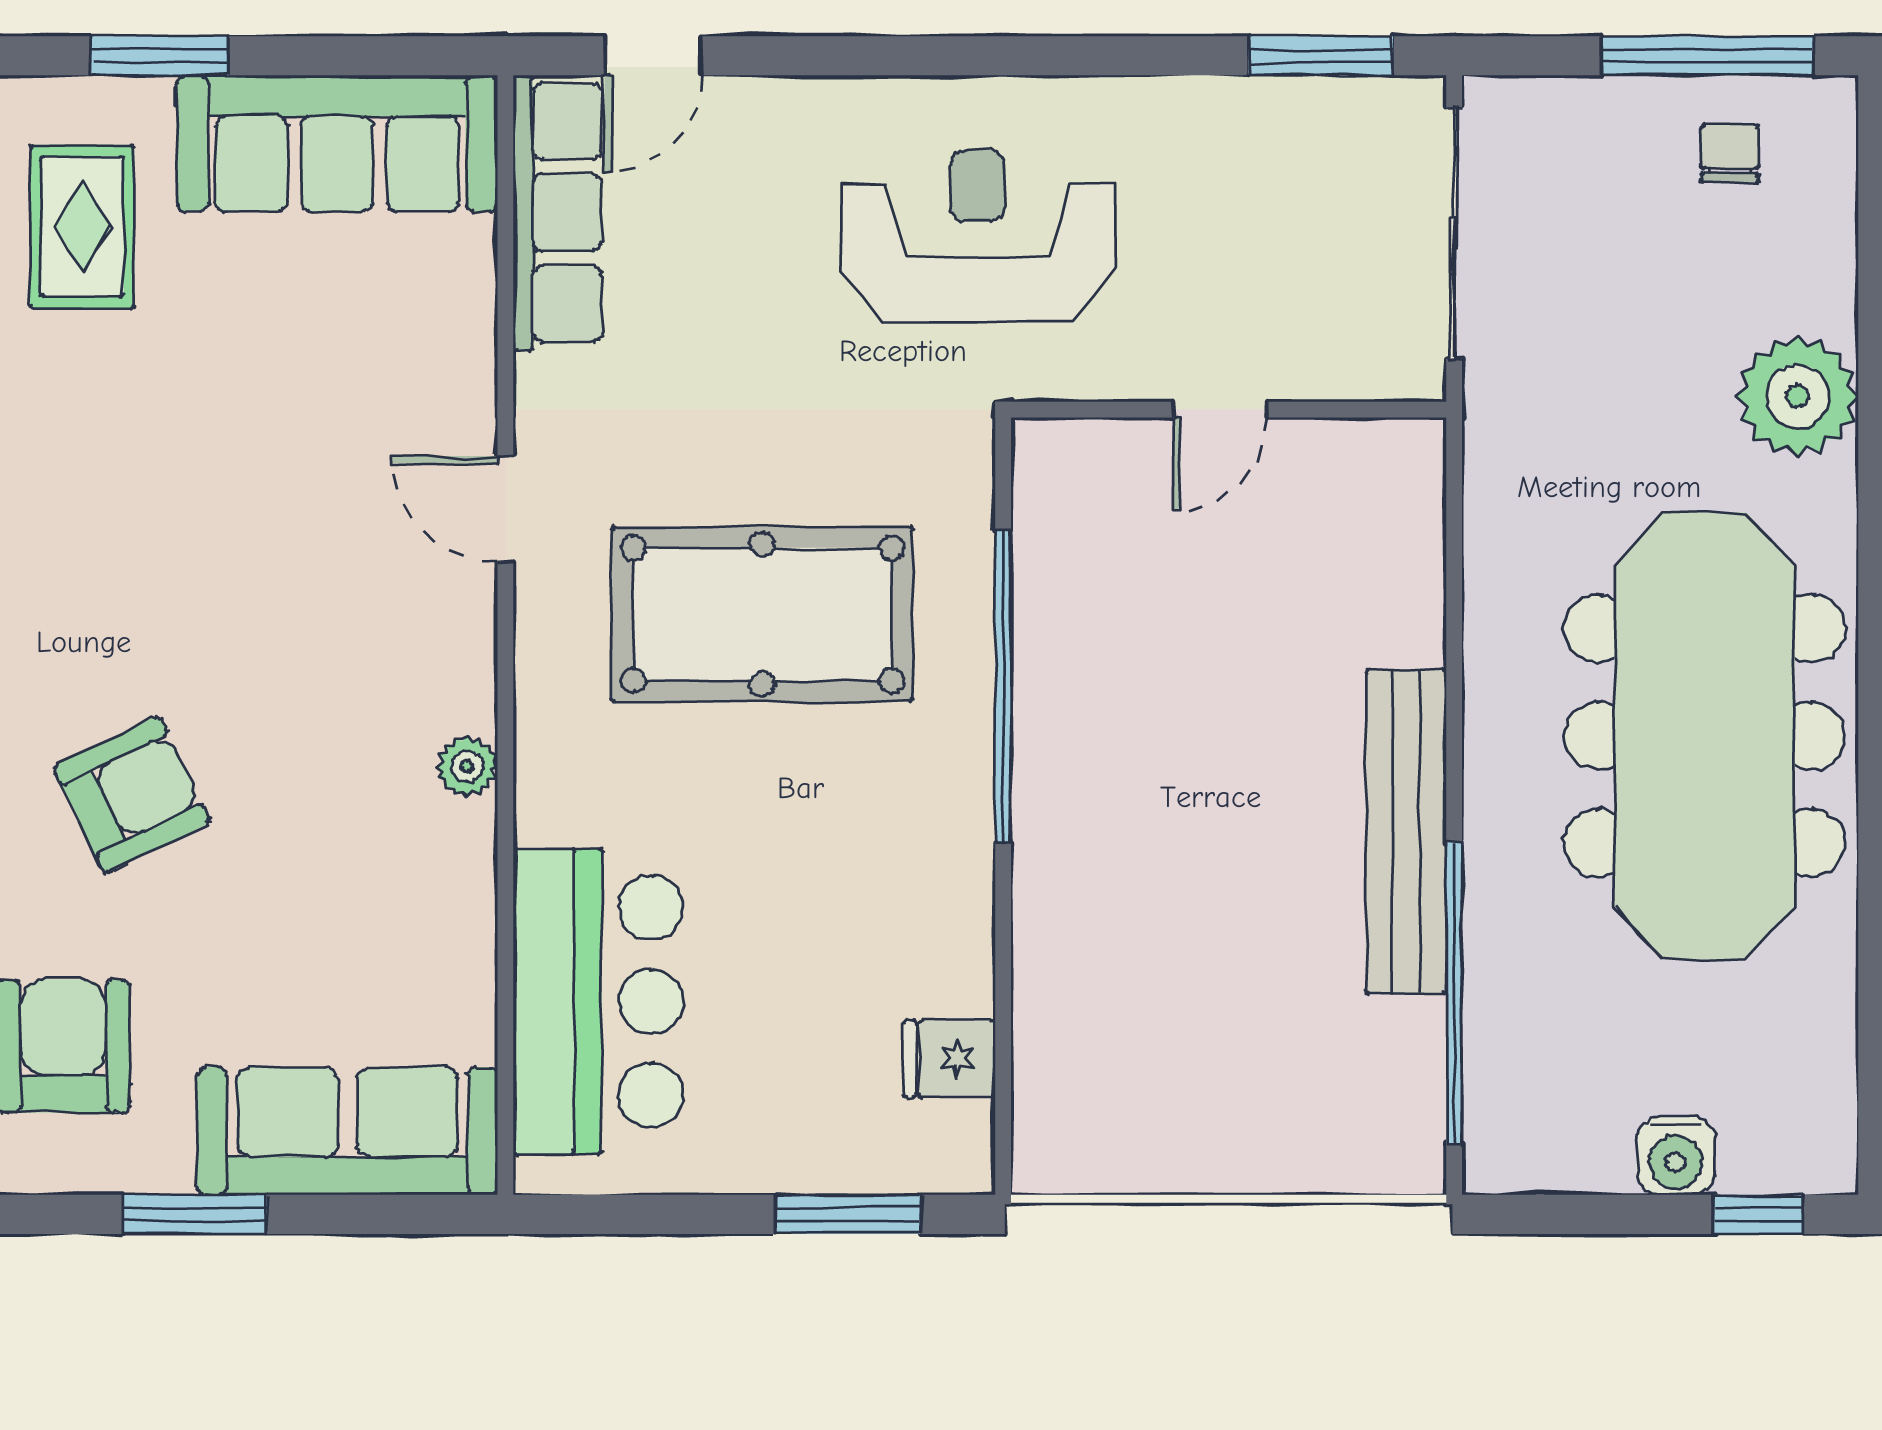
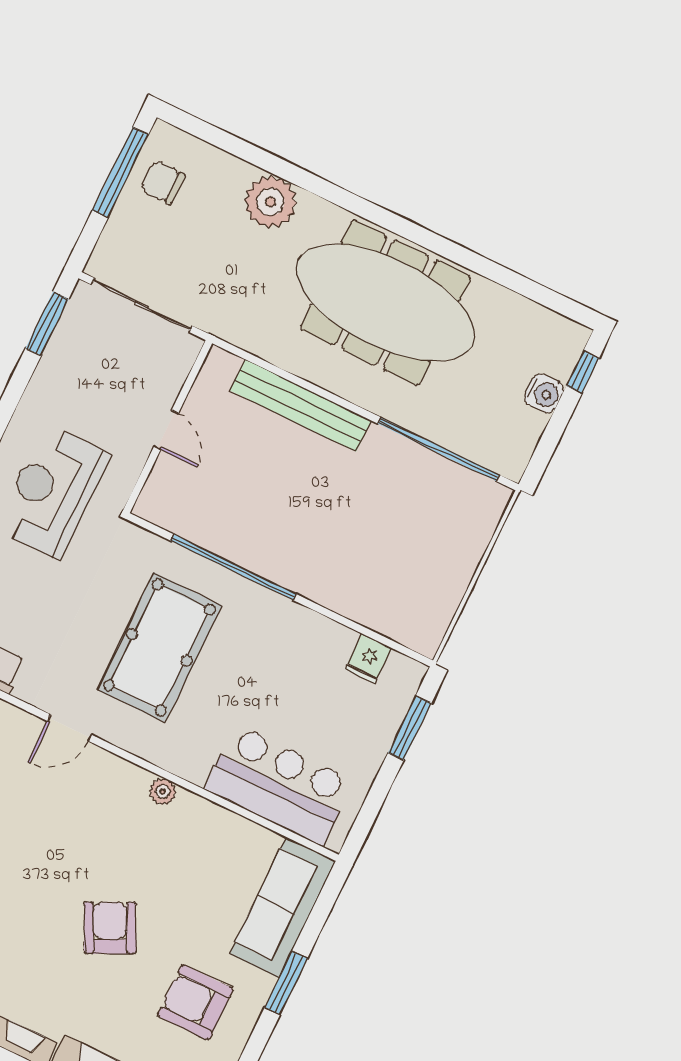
chair: (1730, 154) -> (163, 182), width x1.37, depth x1.37
bench: (1406, 832) -> (301, 405), moved

